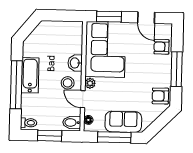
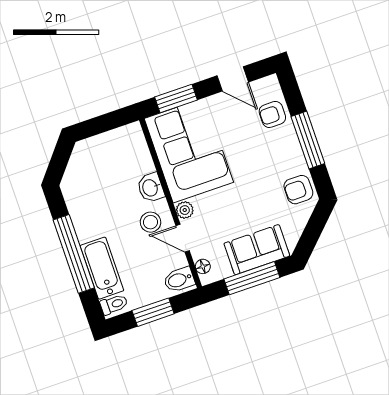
bathtub: (30, 75) -> (102, 268), moved

